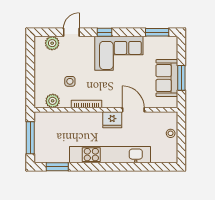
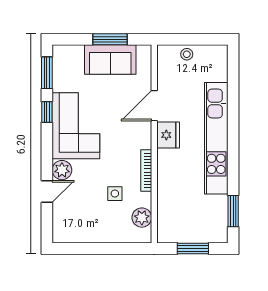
door: (71, 32) -> (47, 192), swing flipped
window: (105, 32) -> (47, 112), moved
plant: (52, 43) -> (62, 170), moved
window: (30, 138) -> (193, 249), width x0.69

